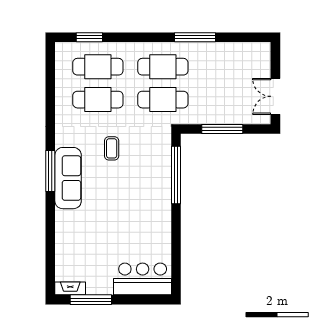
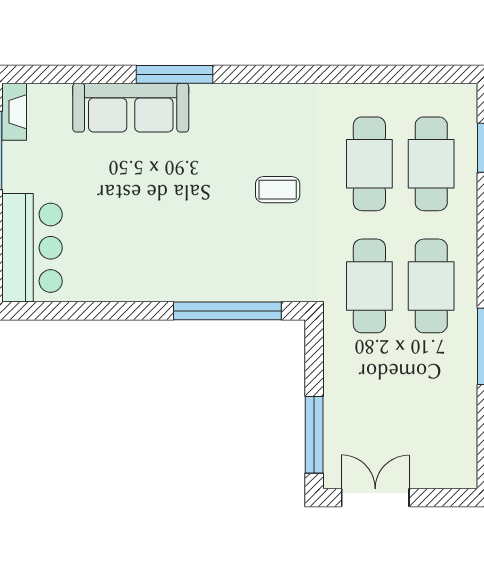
window: (222, 129) -> (314, 435), moved
window: (50, 171) -> (174, 74), moved
sofa: (68, 178) -> (131, 108), moved

